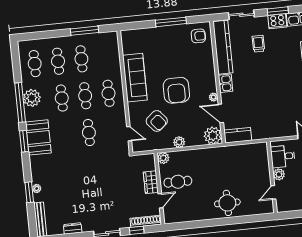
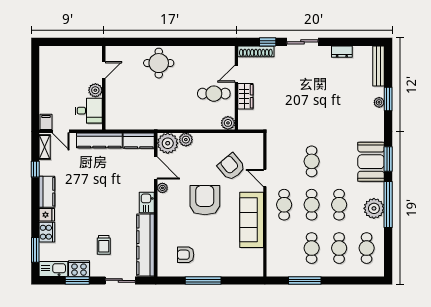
armchair: (198, 36) -> (186, 255), moved
kitchen counter: (271, 132) -> (99, 140), added
door: (129, 134) -> (265, 178), moved
plant: (179, 142) -> (186, 140), moved

